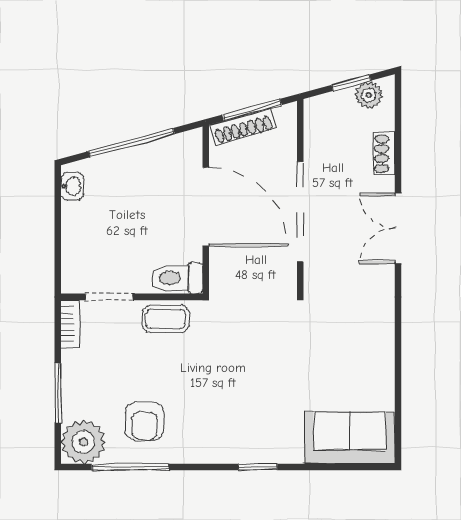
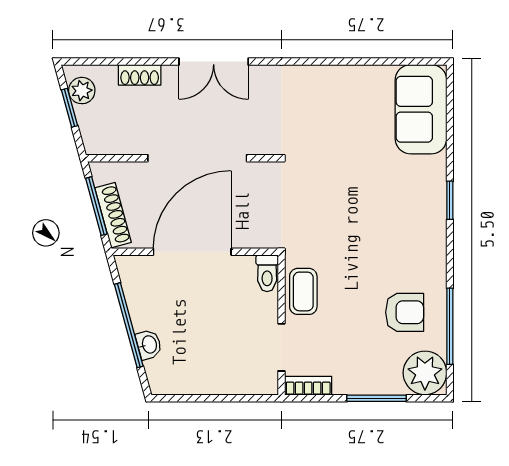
washbasin: (72, 186) -> (149, 345), moved, turned 75
toilet: (177, 278) -> (267, 273), width x0.73, depth x0.72

